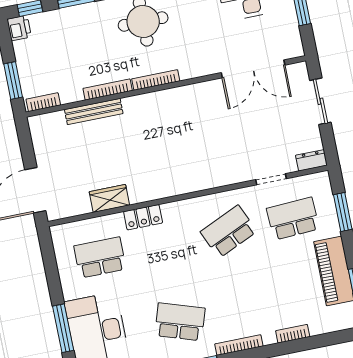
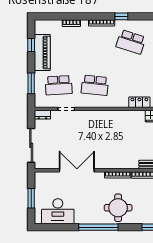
double door: (253, 69) -> (77, 170), moved
sliding door: (320, 101) -> (31, 145), width x1.37
school desk: (229, 232) -> (95, 85), turned 30

